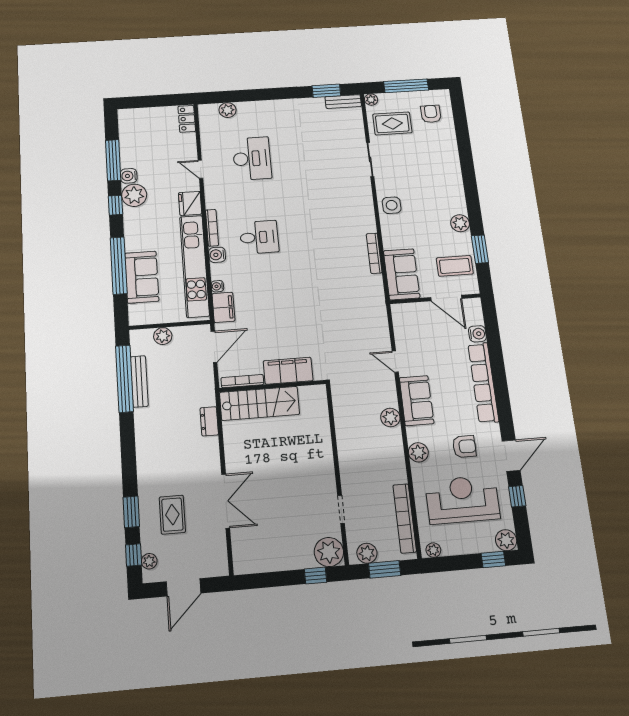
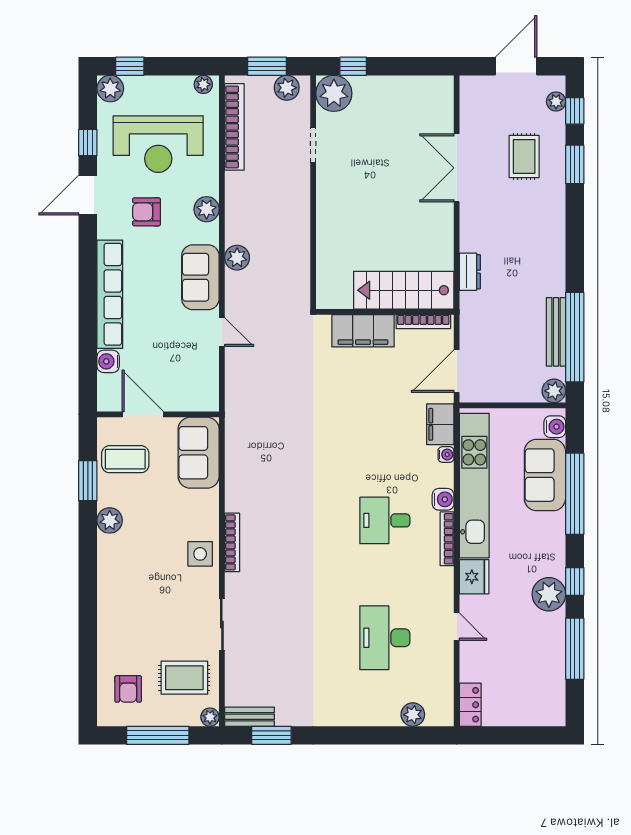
water cooler: (129, 176) -> (555, 427), moved
bookcase: (374, 253) -> (232, 542), moved
plant: (163, 336) -> (554, 391), moved

